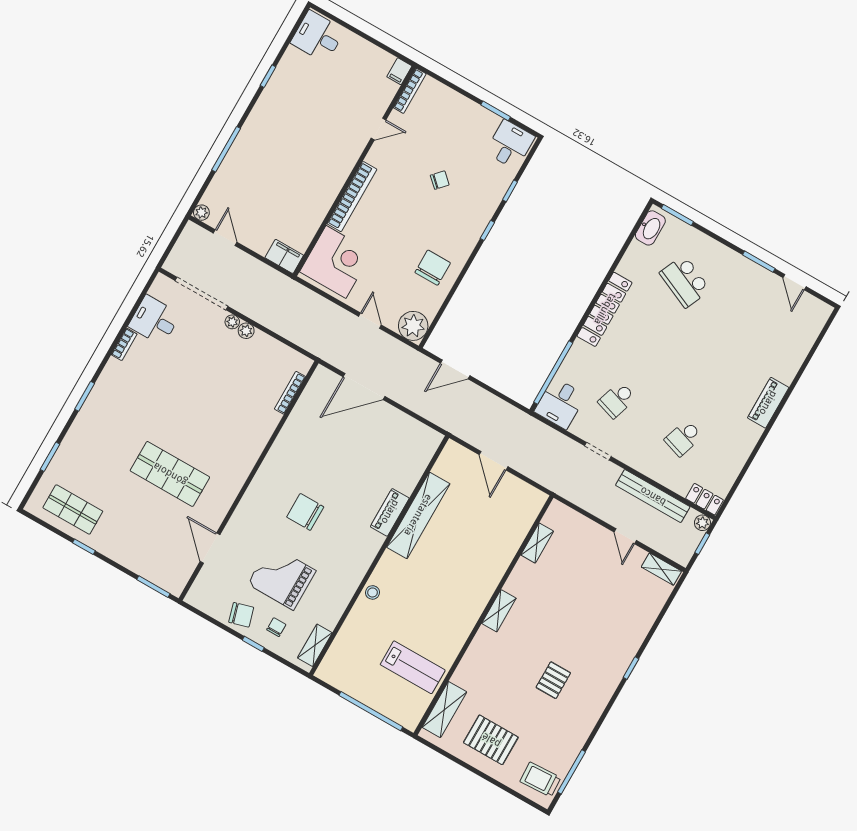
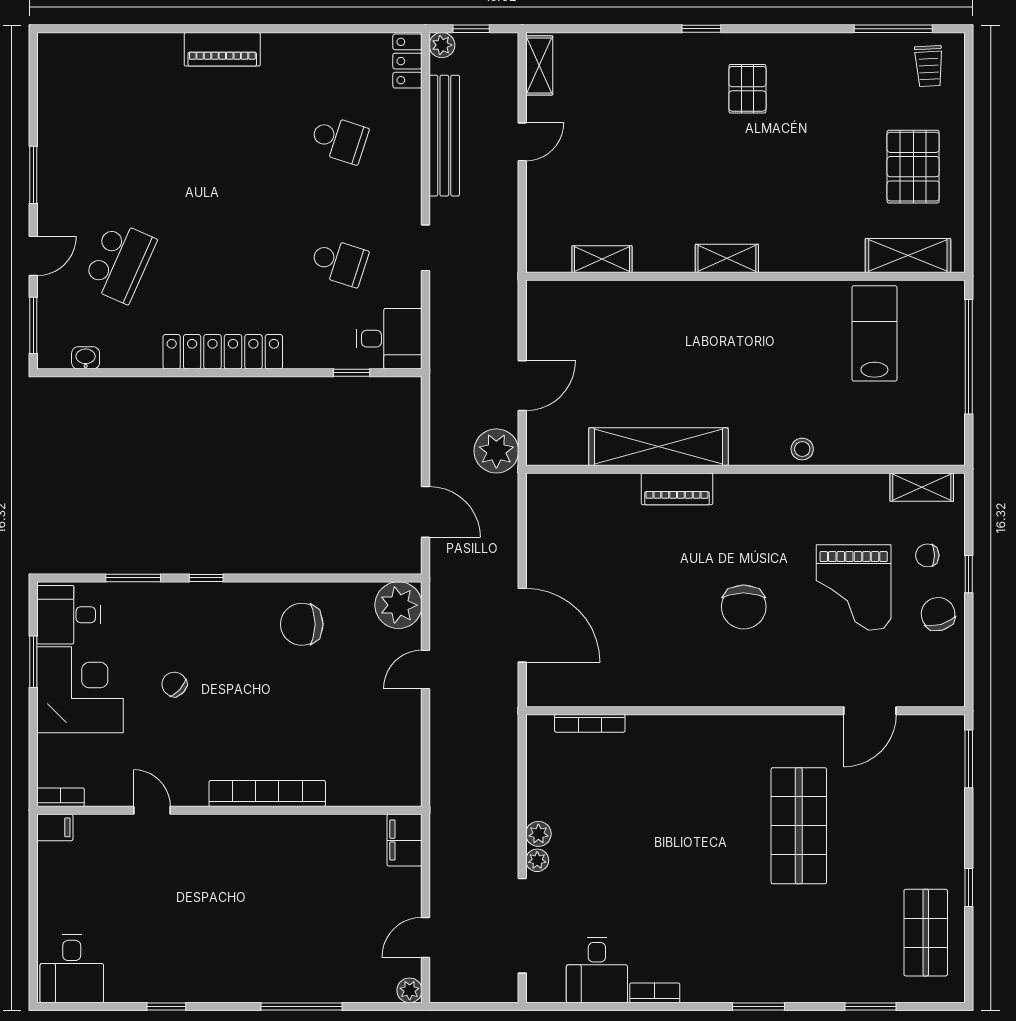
bookcase: (410, 91) -> (61, 797), width x0.64
window: (510, 191) -> (133, 578), width x1.50
washbasin: (650, 228) -> (86, 358), width x0.52, depth x0.69
corner desk: (336, 262) -> (80, 690), moved, turned 90
door: (795, 282) -> (33, 256), moved
window: (553, 372) -> (352, 373), width x0.32
plant: (466, 427) -> (496, 451), added
pallet: (553, 680) -> (747, 89), moved, turned 90
trolley: (540, 779) -> (929, 66), width x0.73, depth x0.72

